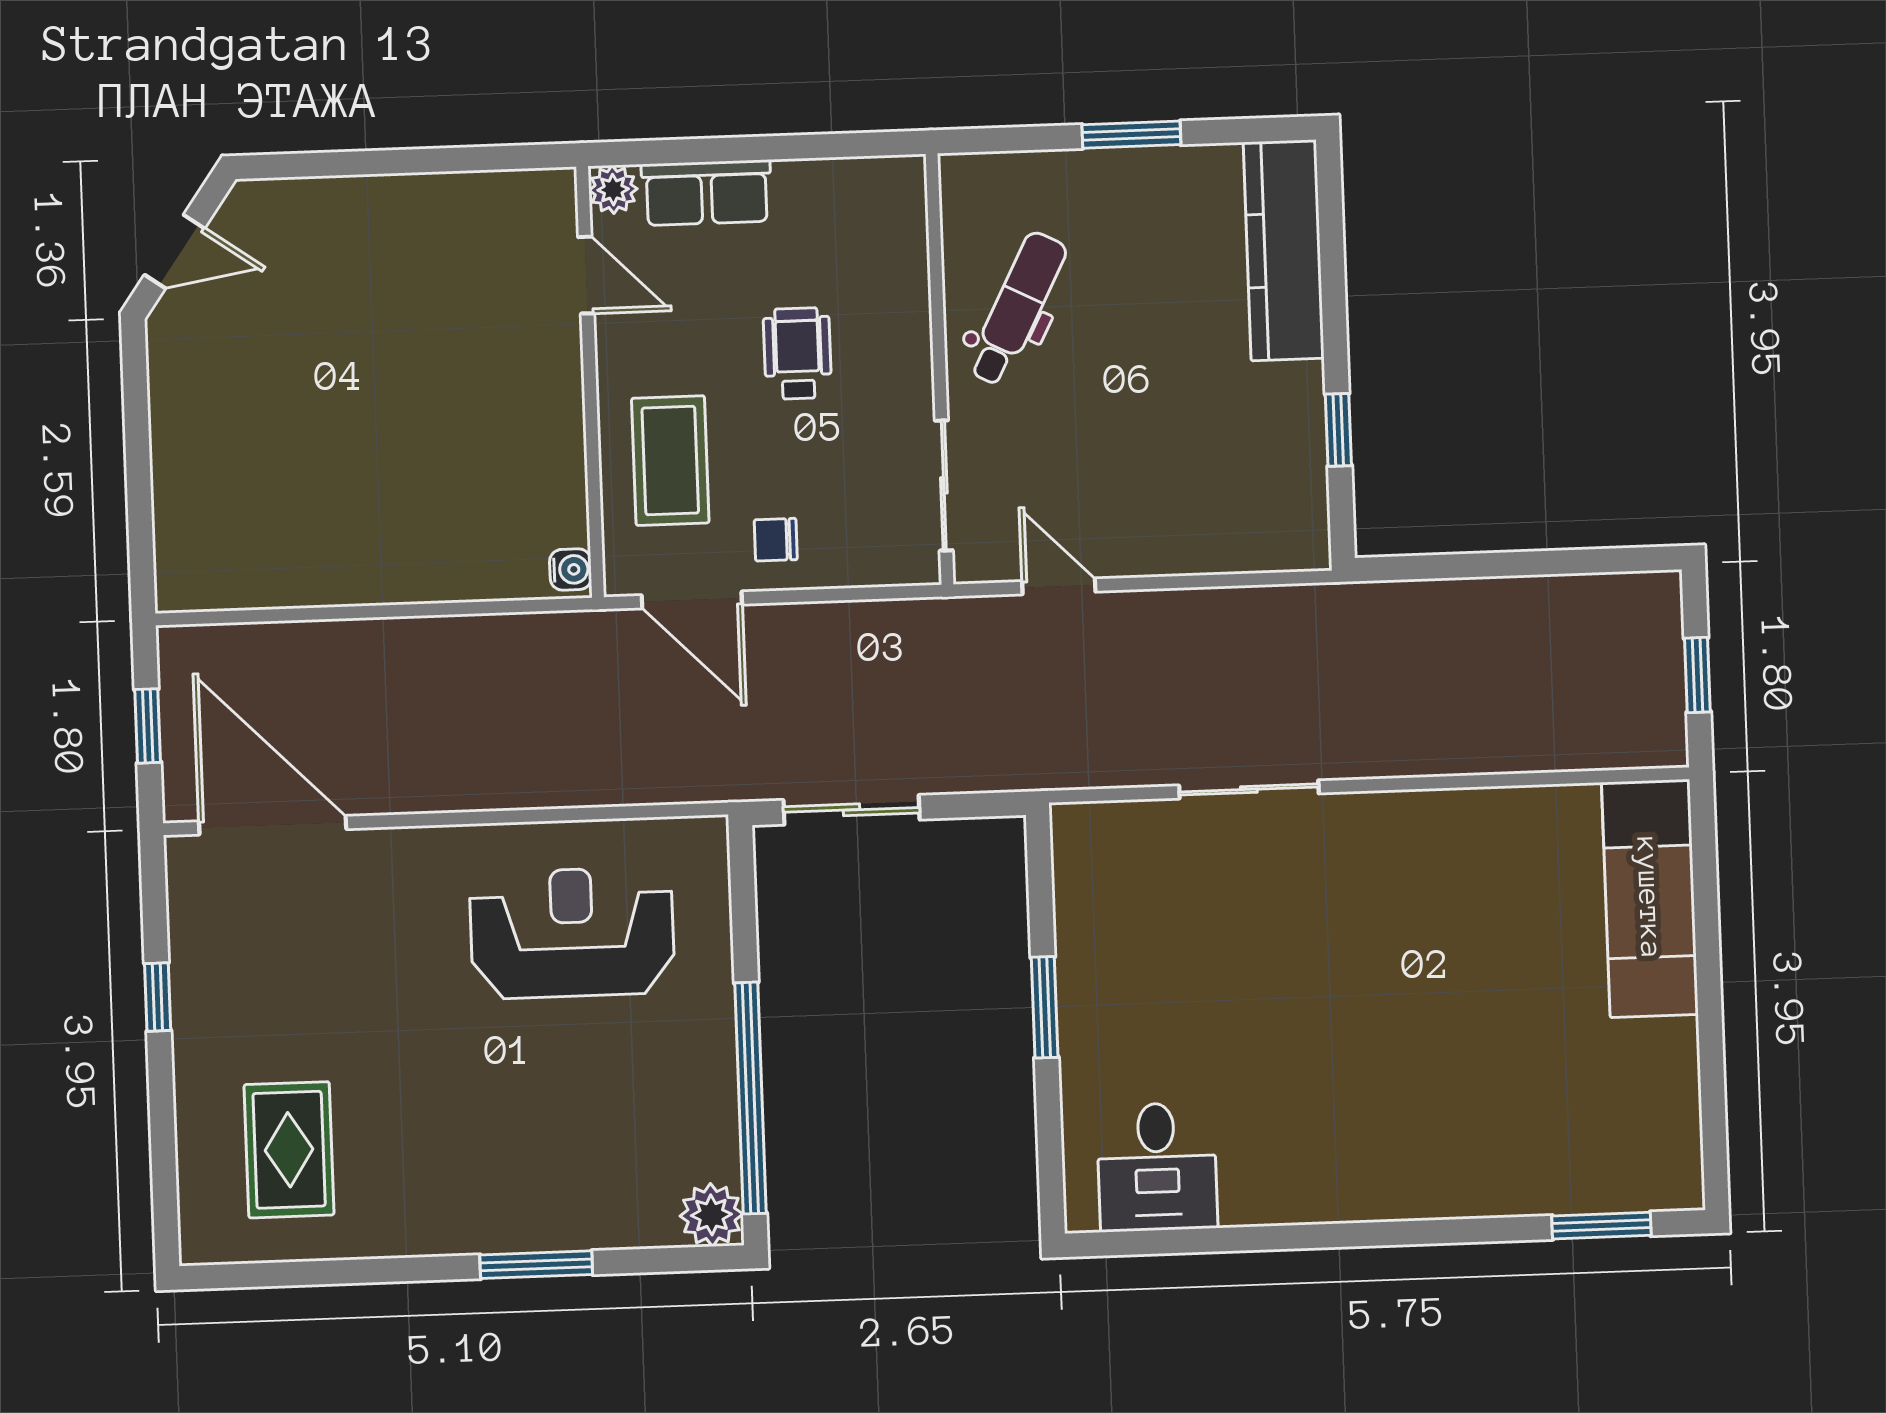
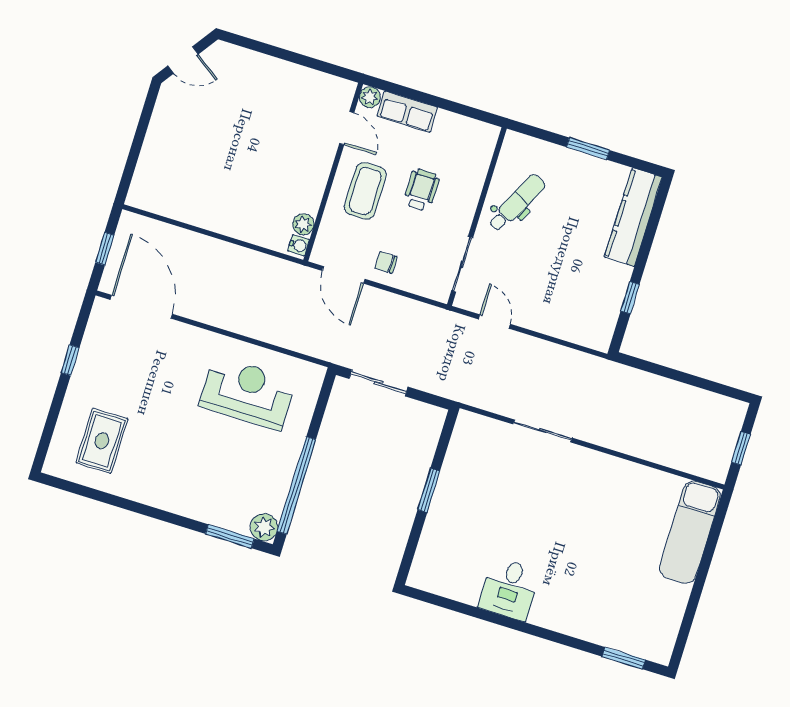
coffee table: (670, 461) -> (365, 191), moved
plant: (565, 520) -> (303, 224), added
desk: (1157, 1167) -> (509, 589), moved
window: (536, 1265) -> (230, 536), moved

